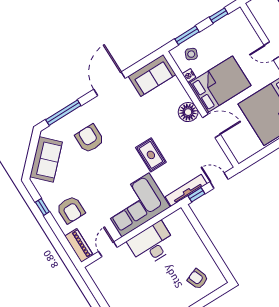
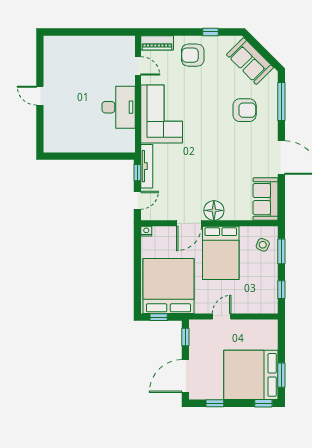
nightstand: (189, 75) -> (146, 231), moved
rug: (151, 155) -> (197, 155), removed
armchair: (198, 279) -> (63, 128), removed

